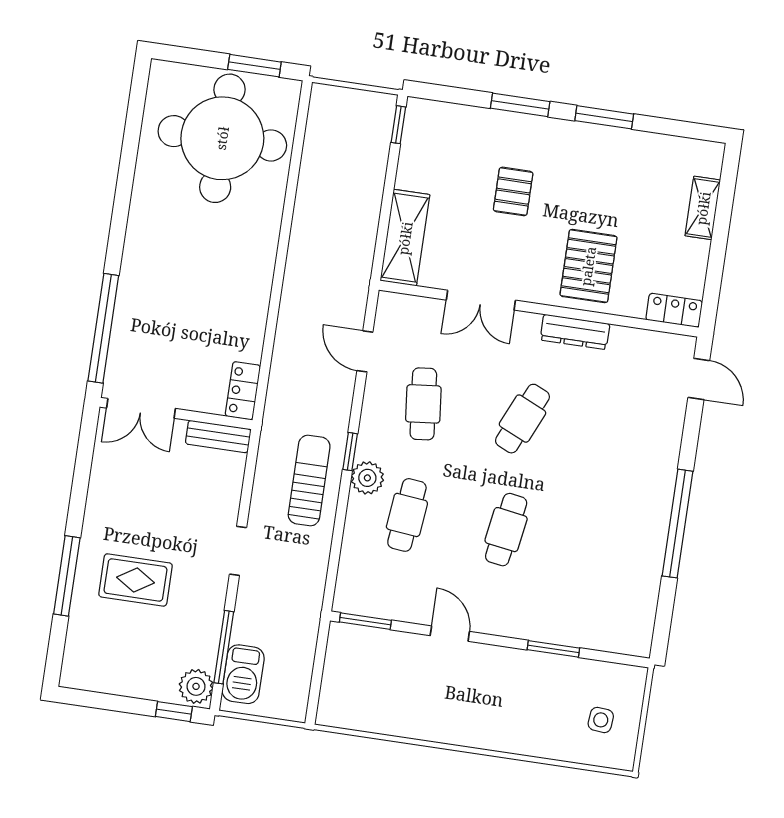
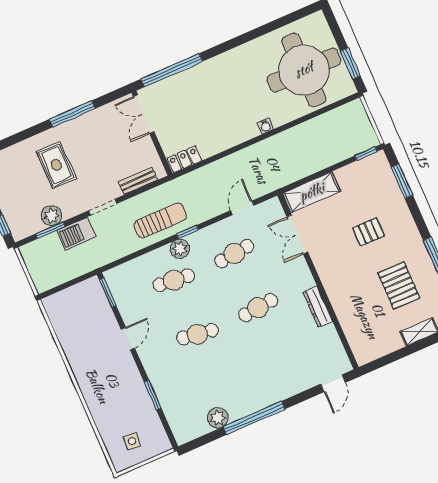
window: (520, 105) -> (402, 181), moved
water cooler: (268, 244) -> (265, 126), added
pallet: (588, 266) -> (399, 285), moved, turned 90
double door: (481, 300) -> (297, 234), moved
locker: (674, 310) -> (360, 349), removed
cafe table: (522, 419) -> (258, 308), turned -30
bench: (218, 437) -> (138, 181), moved, turned 90
window: (67, 576) -> (72, 114), moved
plant: (645, 576) -> (218, 418), added
window: (224, 647) -> (50, 230), width x0.69
barbecue: (243, 674) -> (76, 234), moved
plant: (196, 686) -> (52, 216), moved

